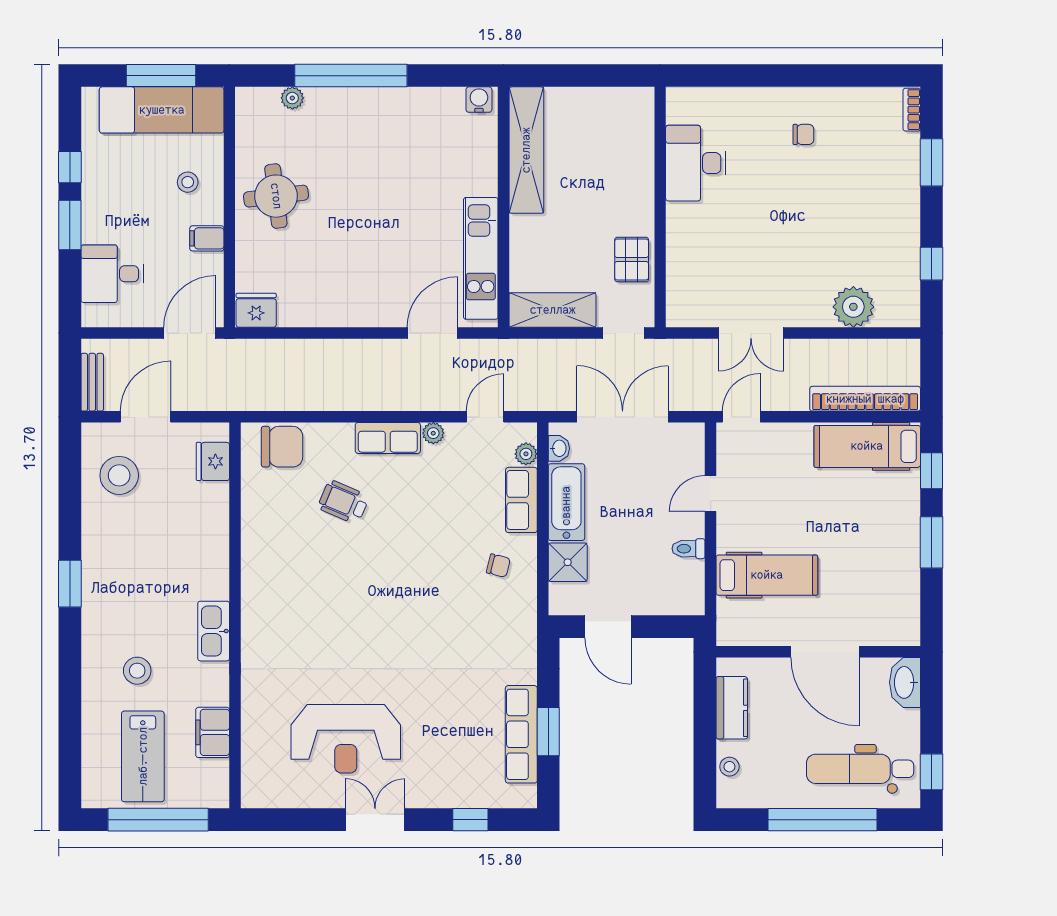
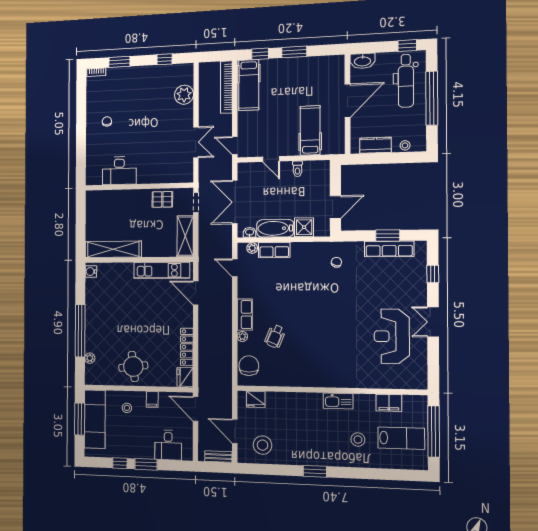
locker: (319, 314) -> (187, 347), added
plant: (433, 433) -> (242, 336), moved
chair: (498, 566) -> (336, 262), moved
reception desk: (346, 739) -> (392, 336), turned 180

